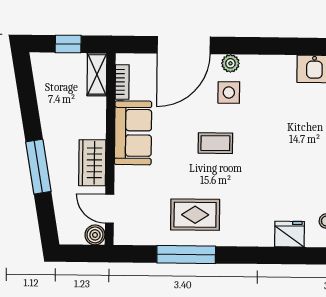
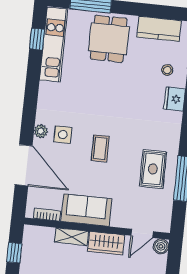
shelving: (97, 74) -> (71, 237), moved

